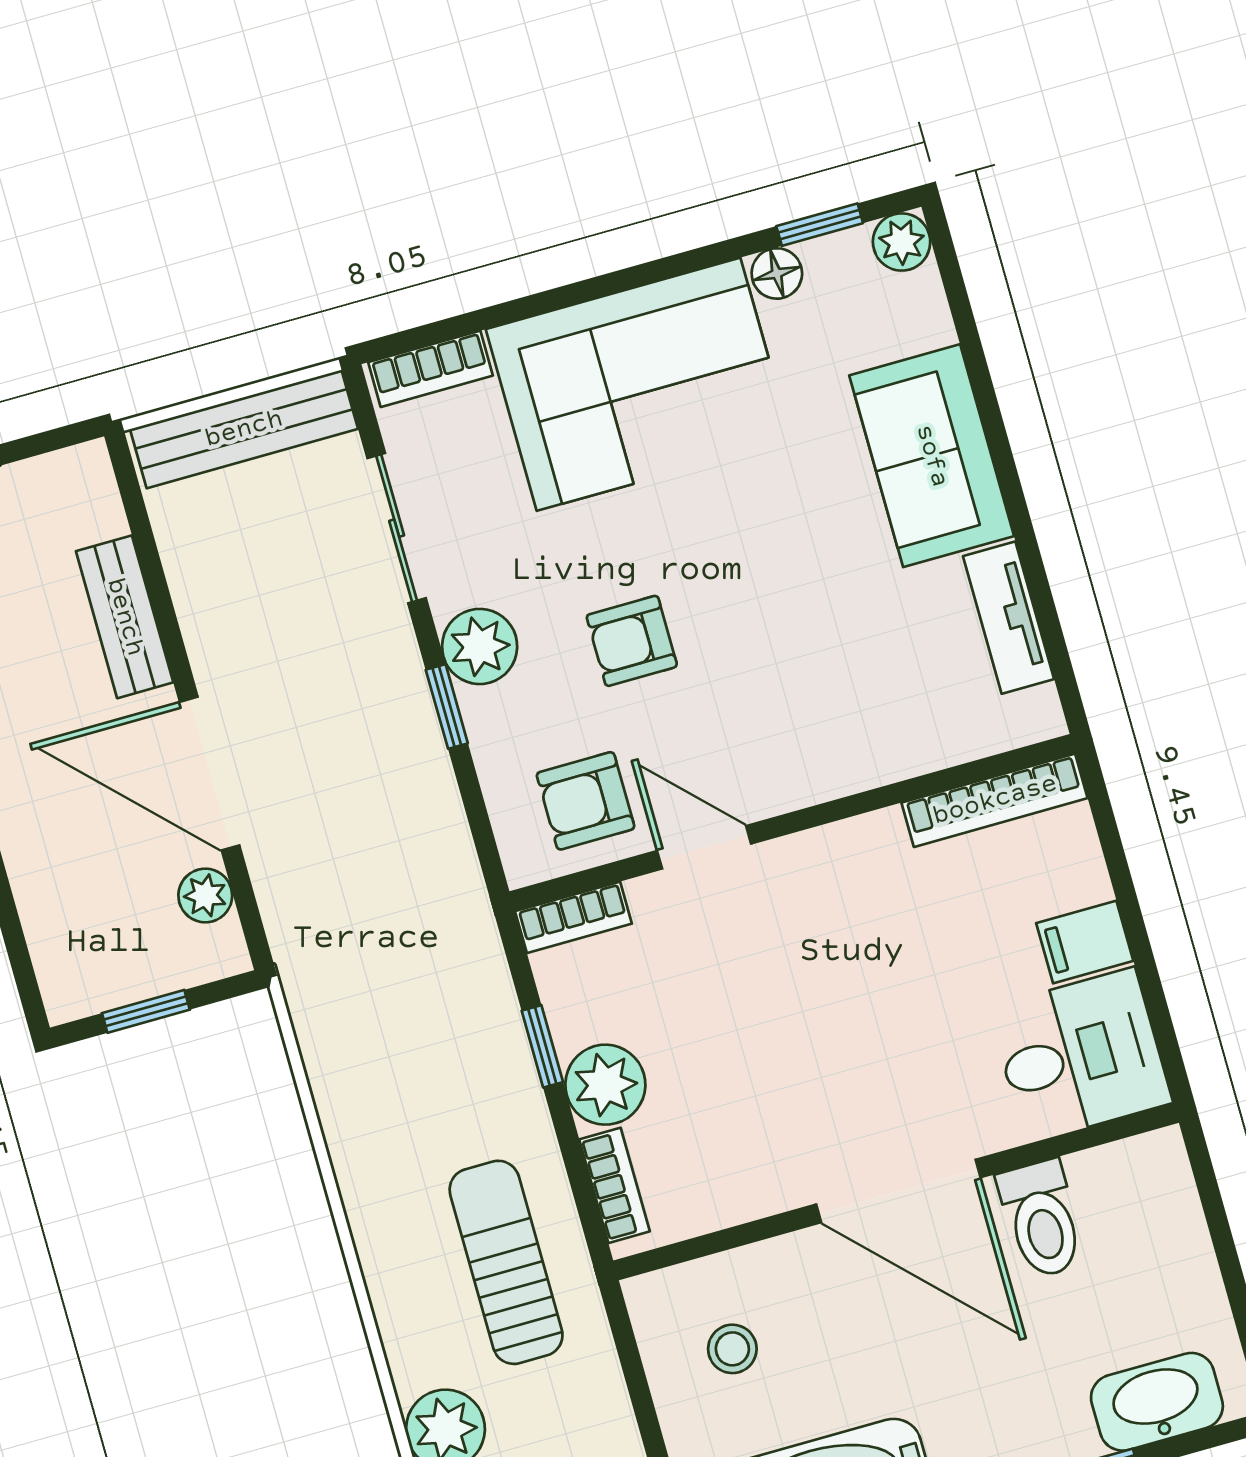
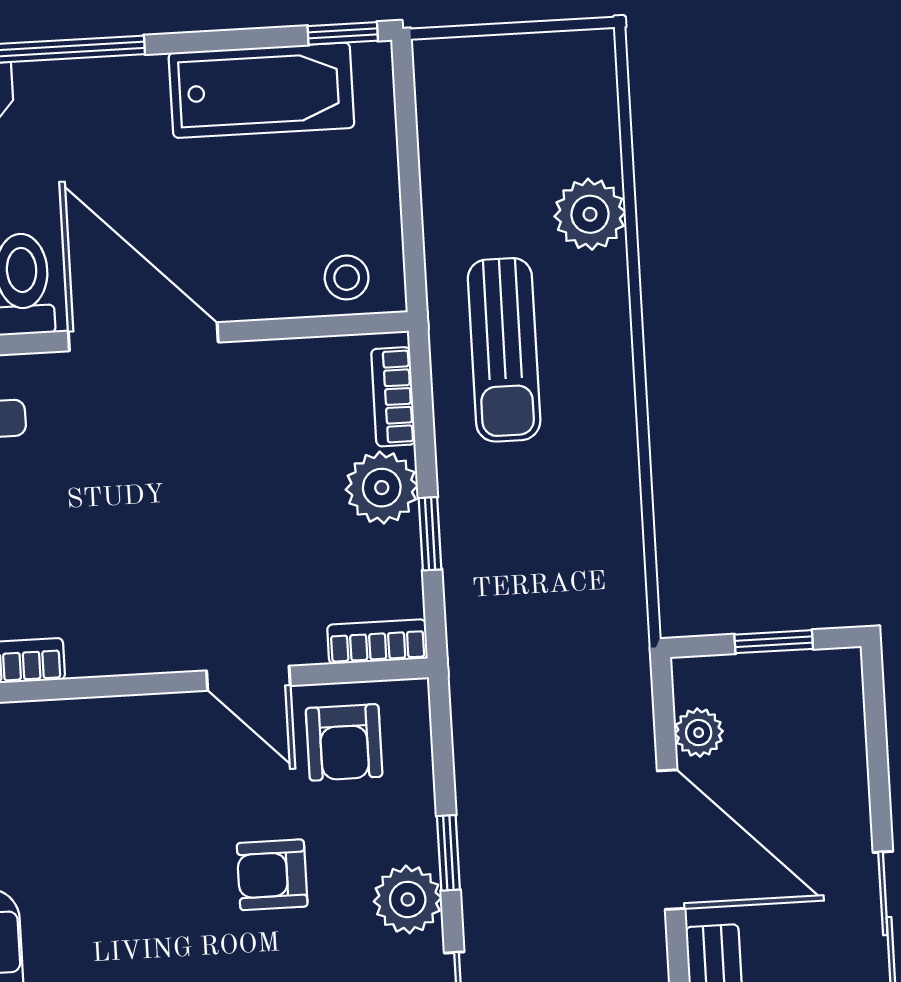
armchair: (632, 641) -> (272, 875), turned 180
armchair: (586, 801) -> (344, 742), turned 90
stool: (732, 1349) -> (347, 278), moved

